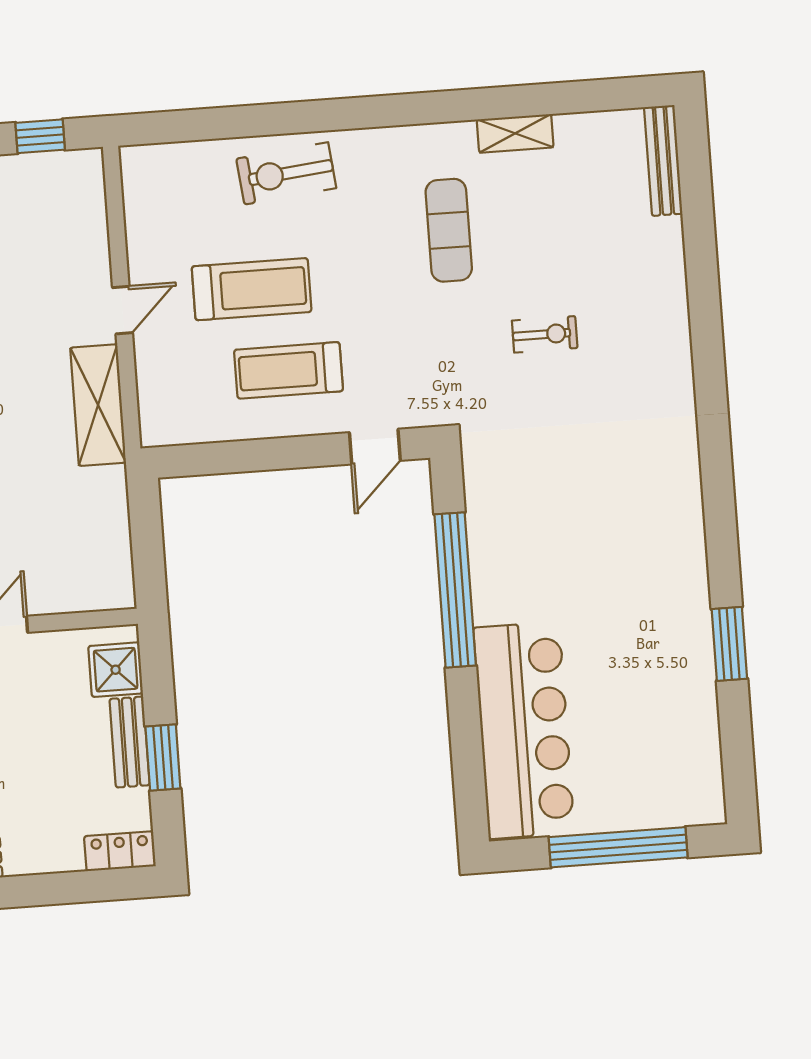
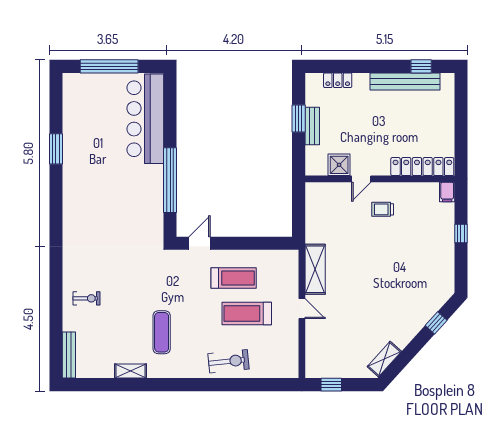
door: (123, 310) -> (302, 309), swing flipped
exercise bike: (545, 334) -> (86, 298), moved, turned 180
shower: (116, 670) -> (339, 165), moved
locker: (120, 851) -> (338, 80), moved

